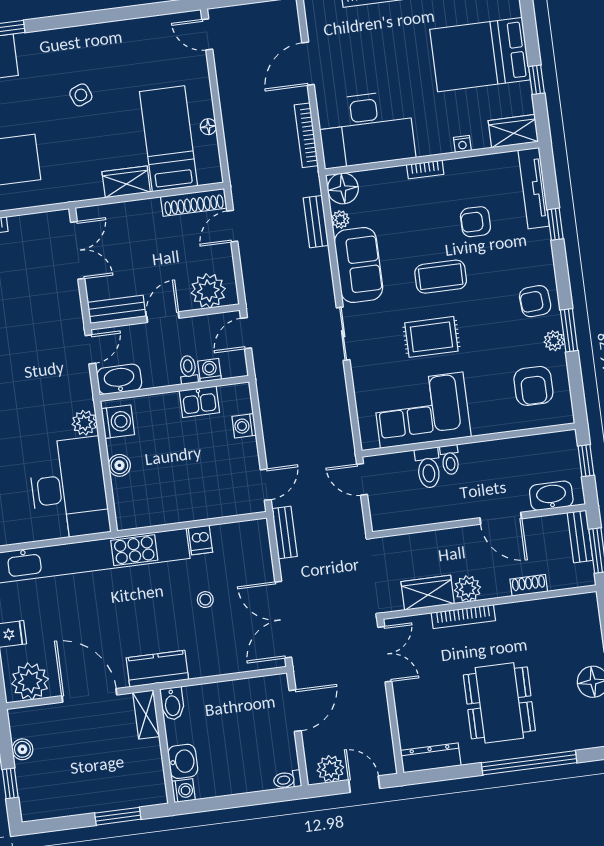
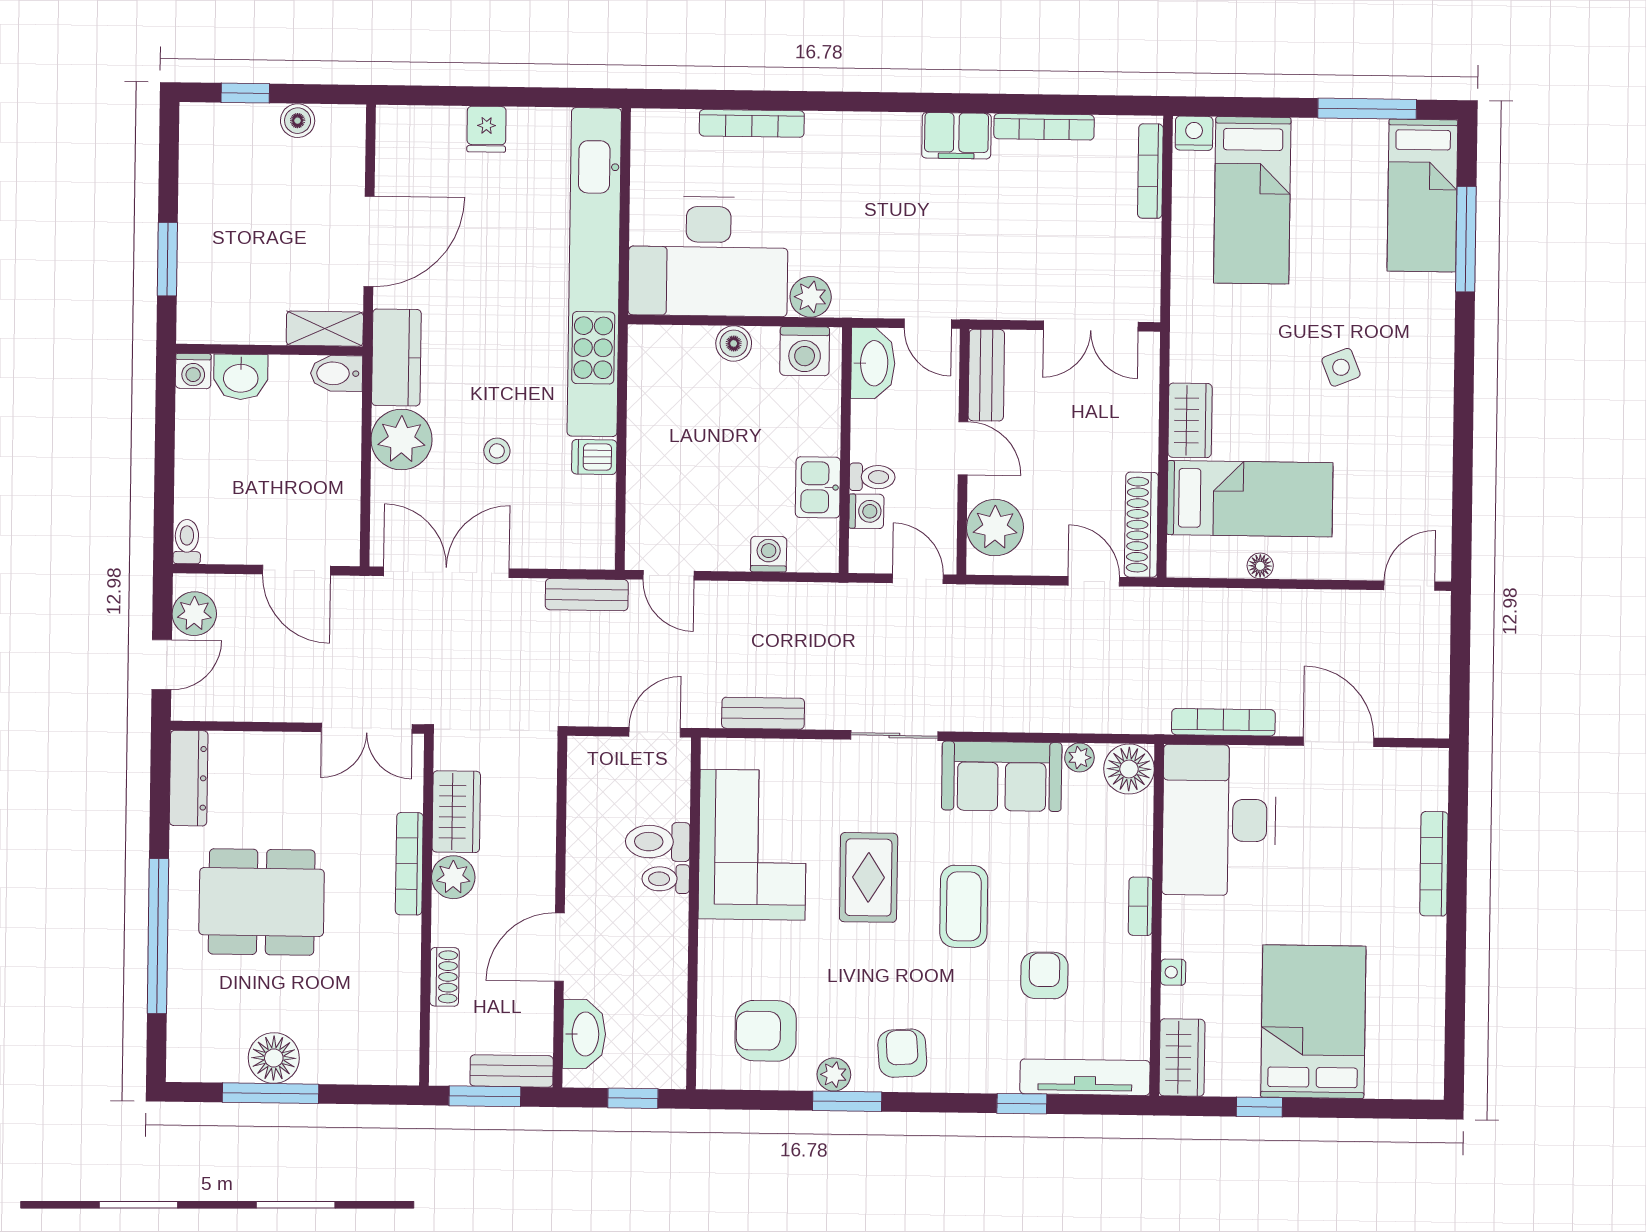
bench: (316, 222) -> (763, 713), moved
plant: (30, 681) -> (401, 440), moved

